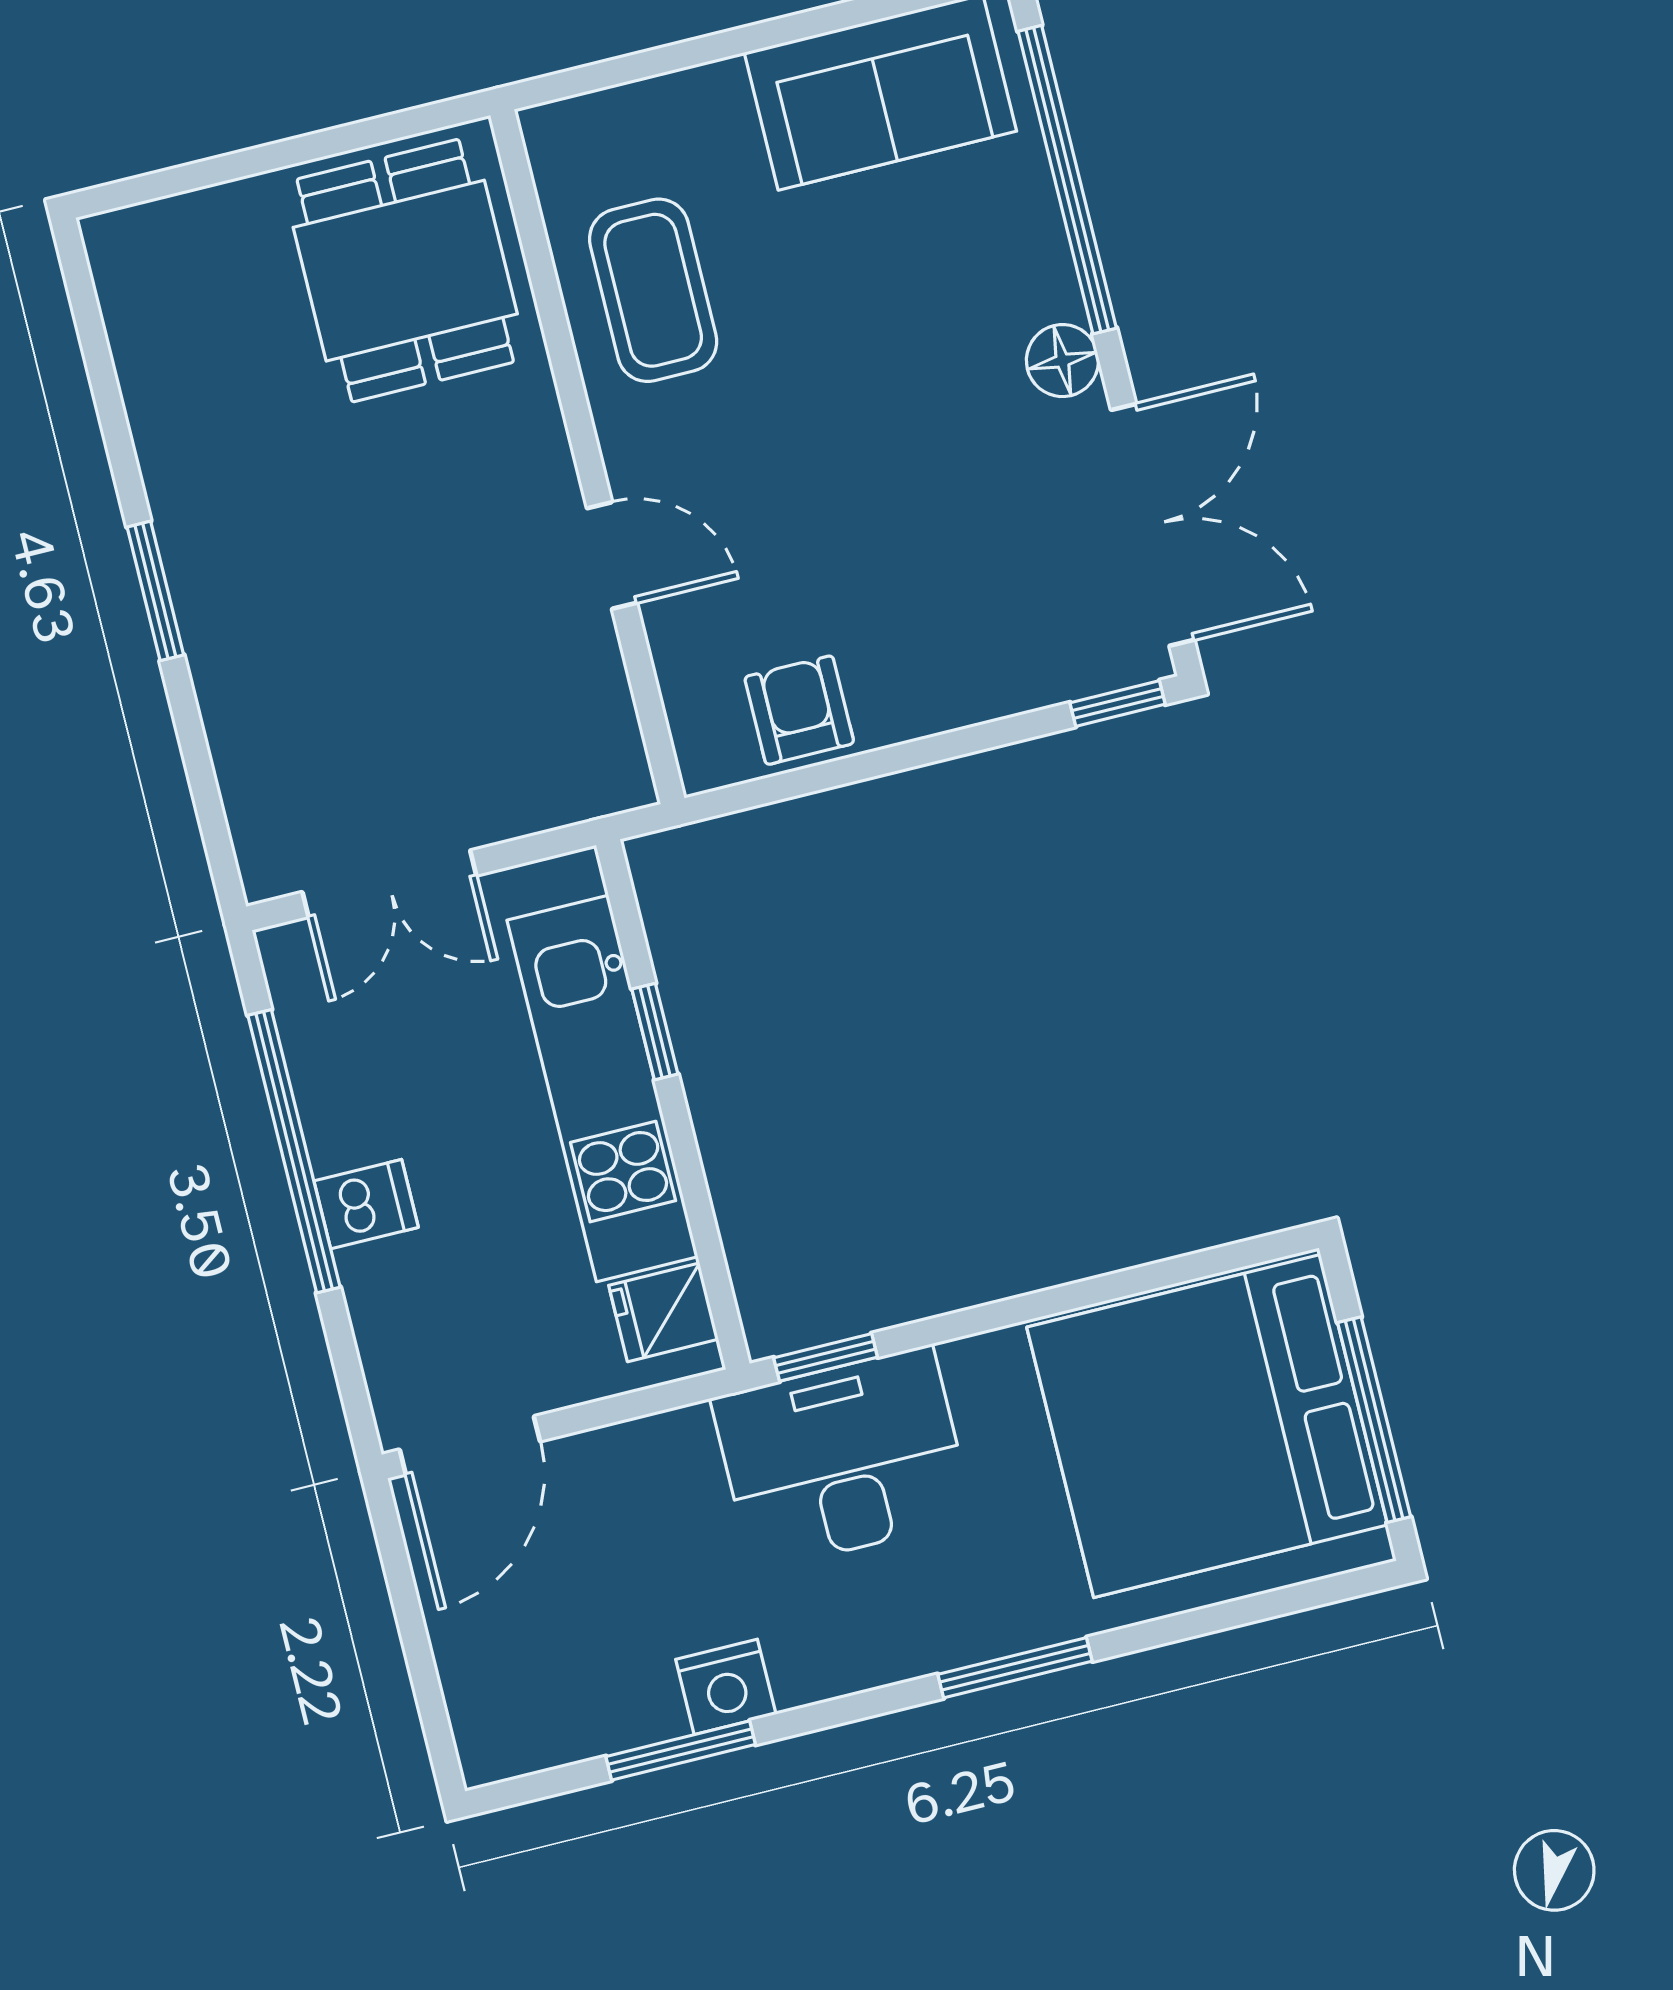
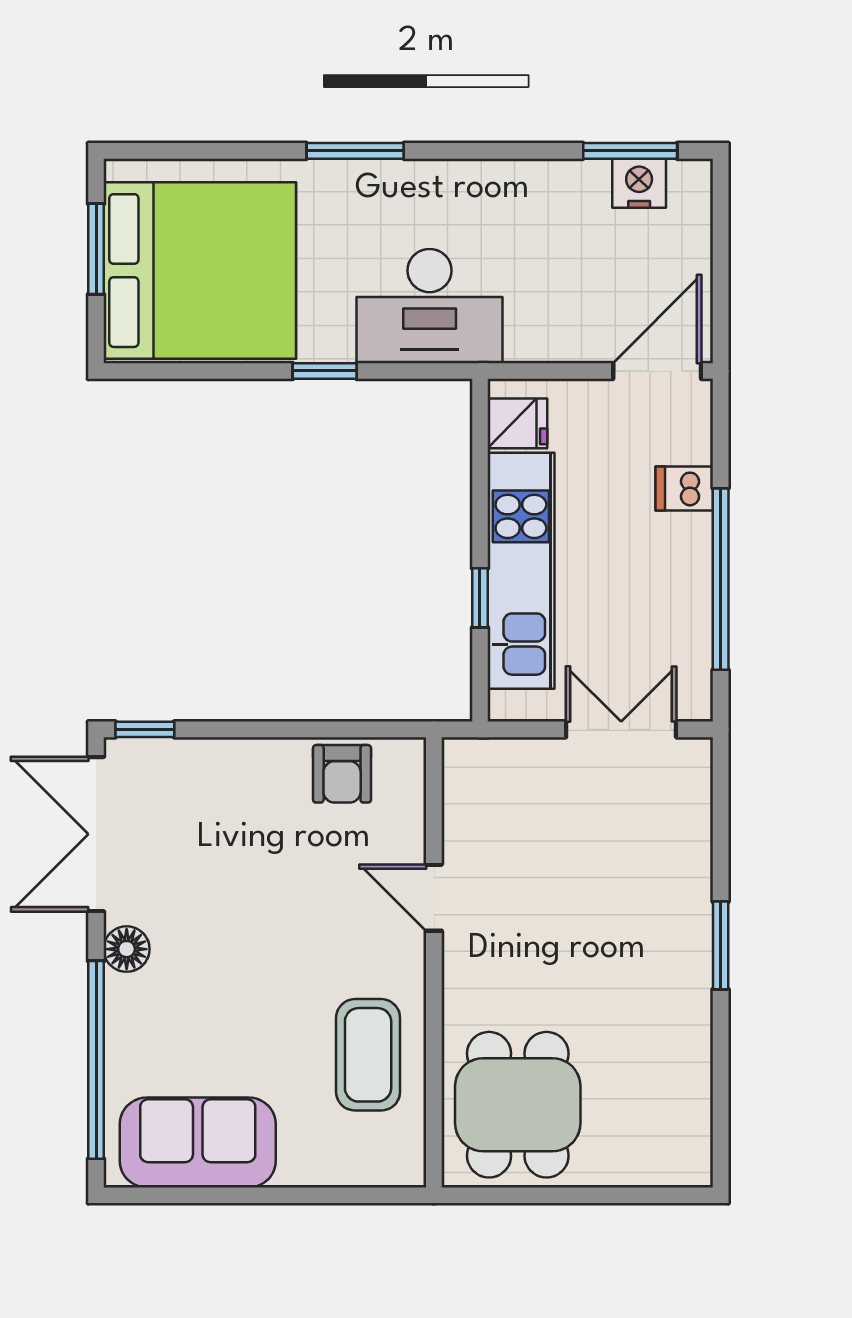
dishwasher: (366, 1204) -> (684, 489), moved
window: (826, 1357) -> (325, 371), moved
window: (1374, 1420) -> (96, 249), width x0.69
nightstand: (726, 1687) -> (639, 183), moved
window: (681, 1751) -> (630, 151), moved

